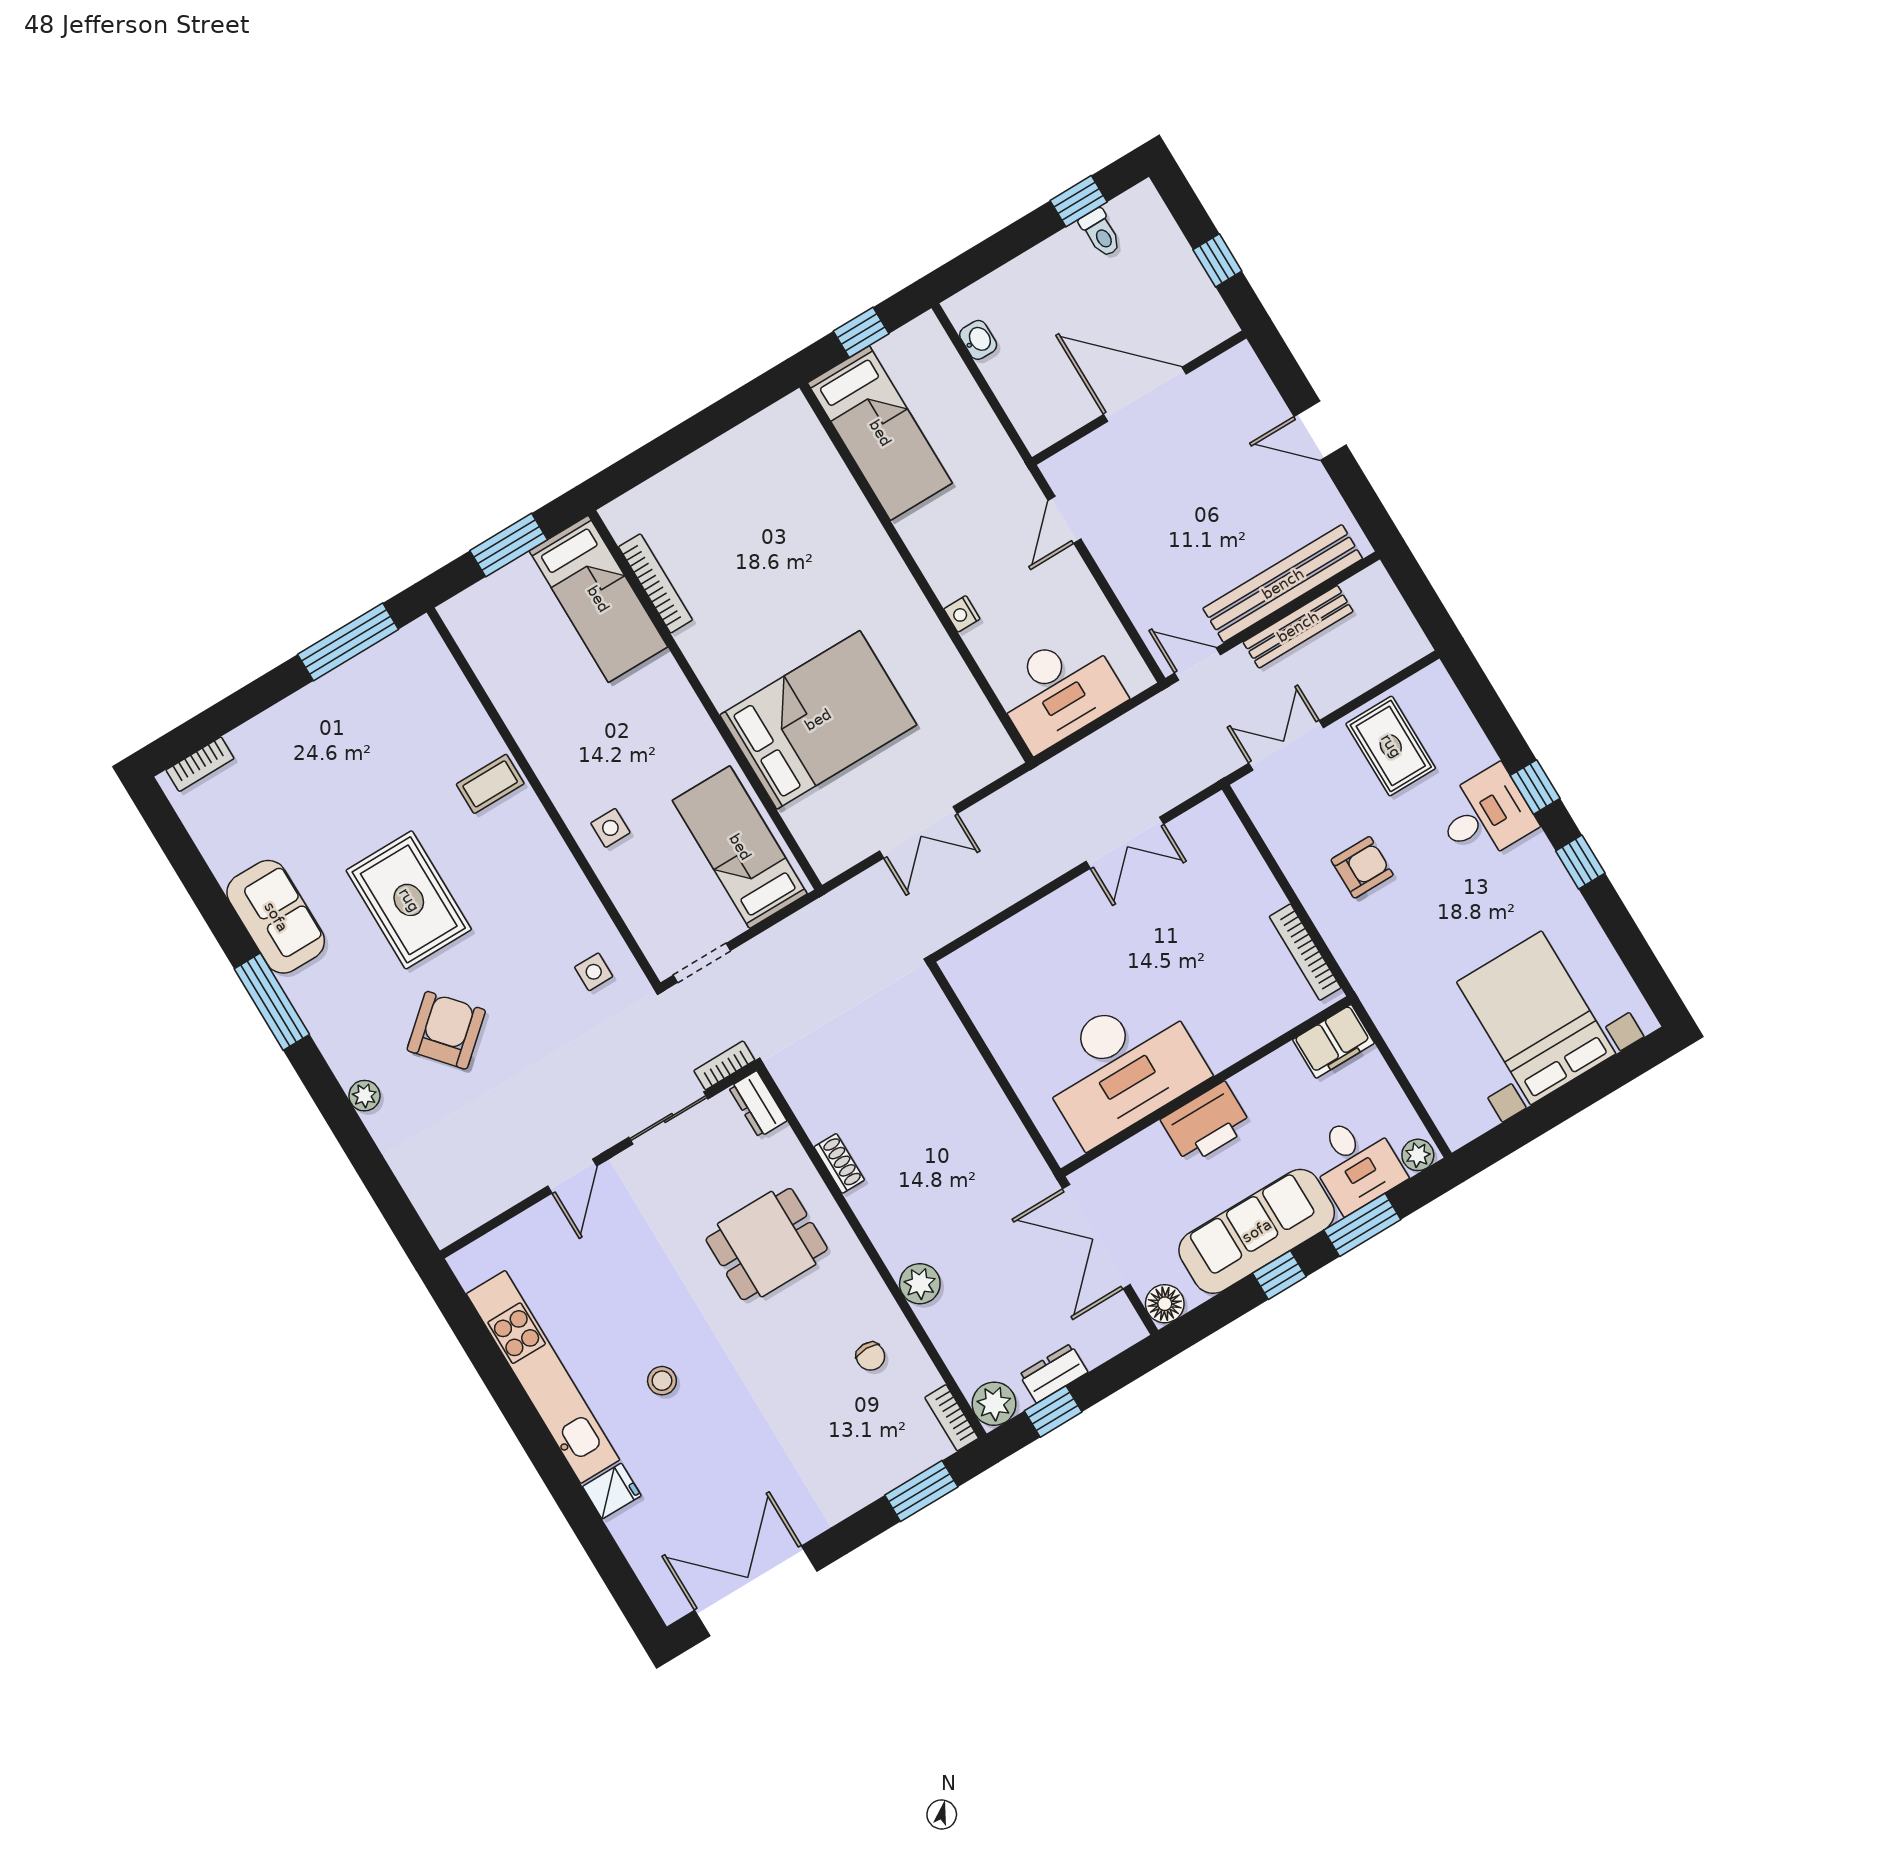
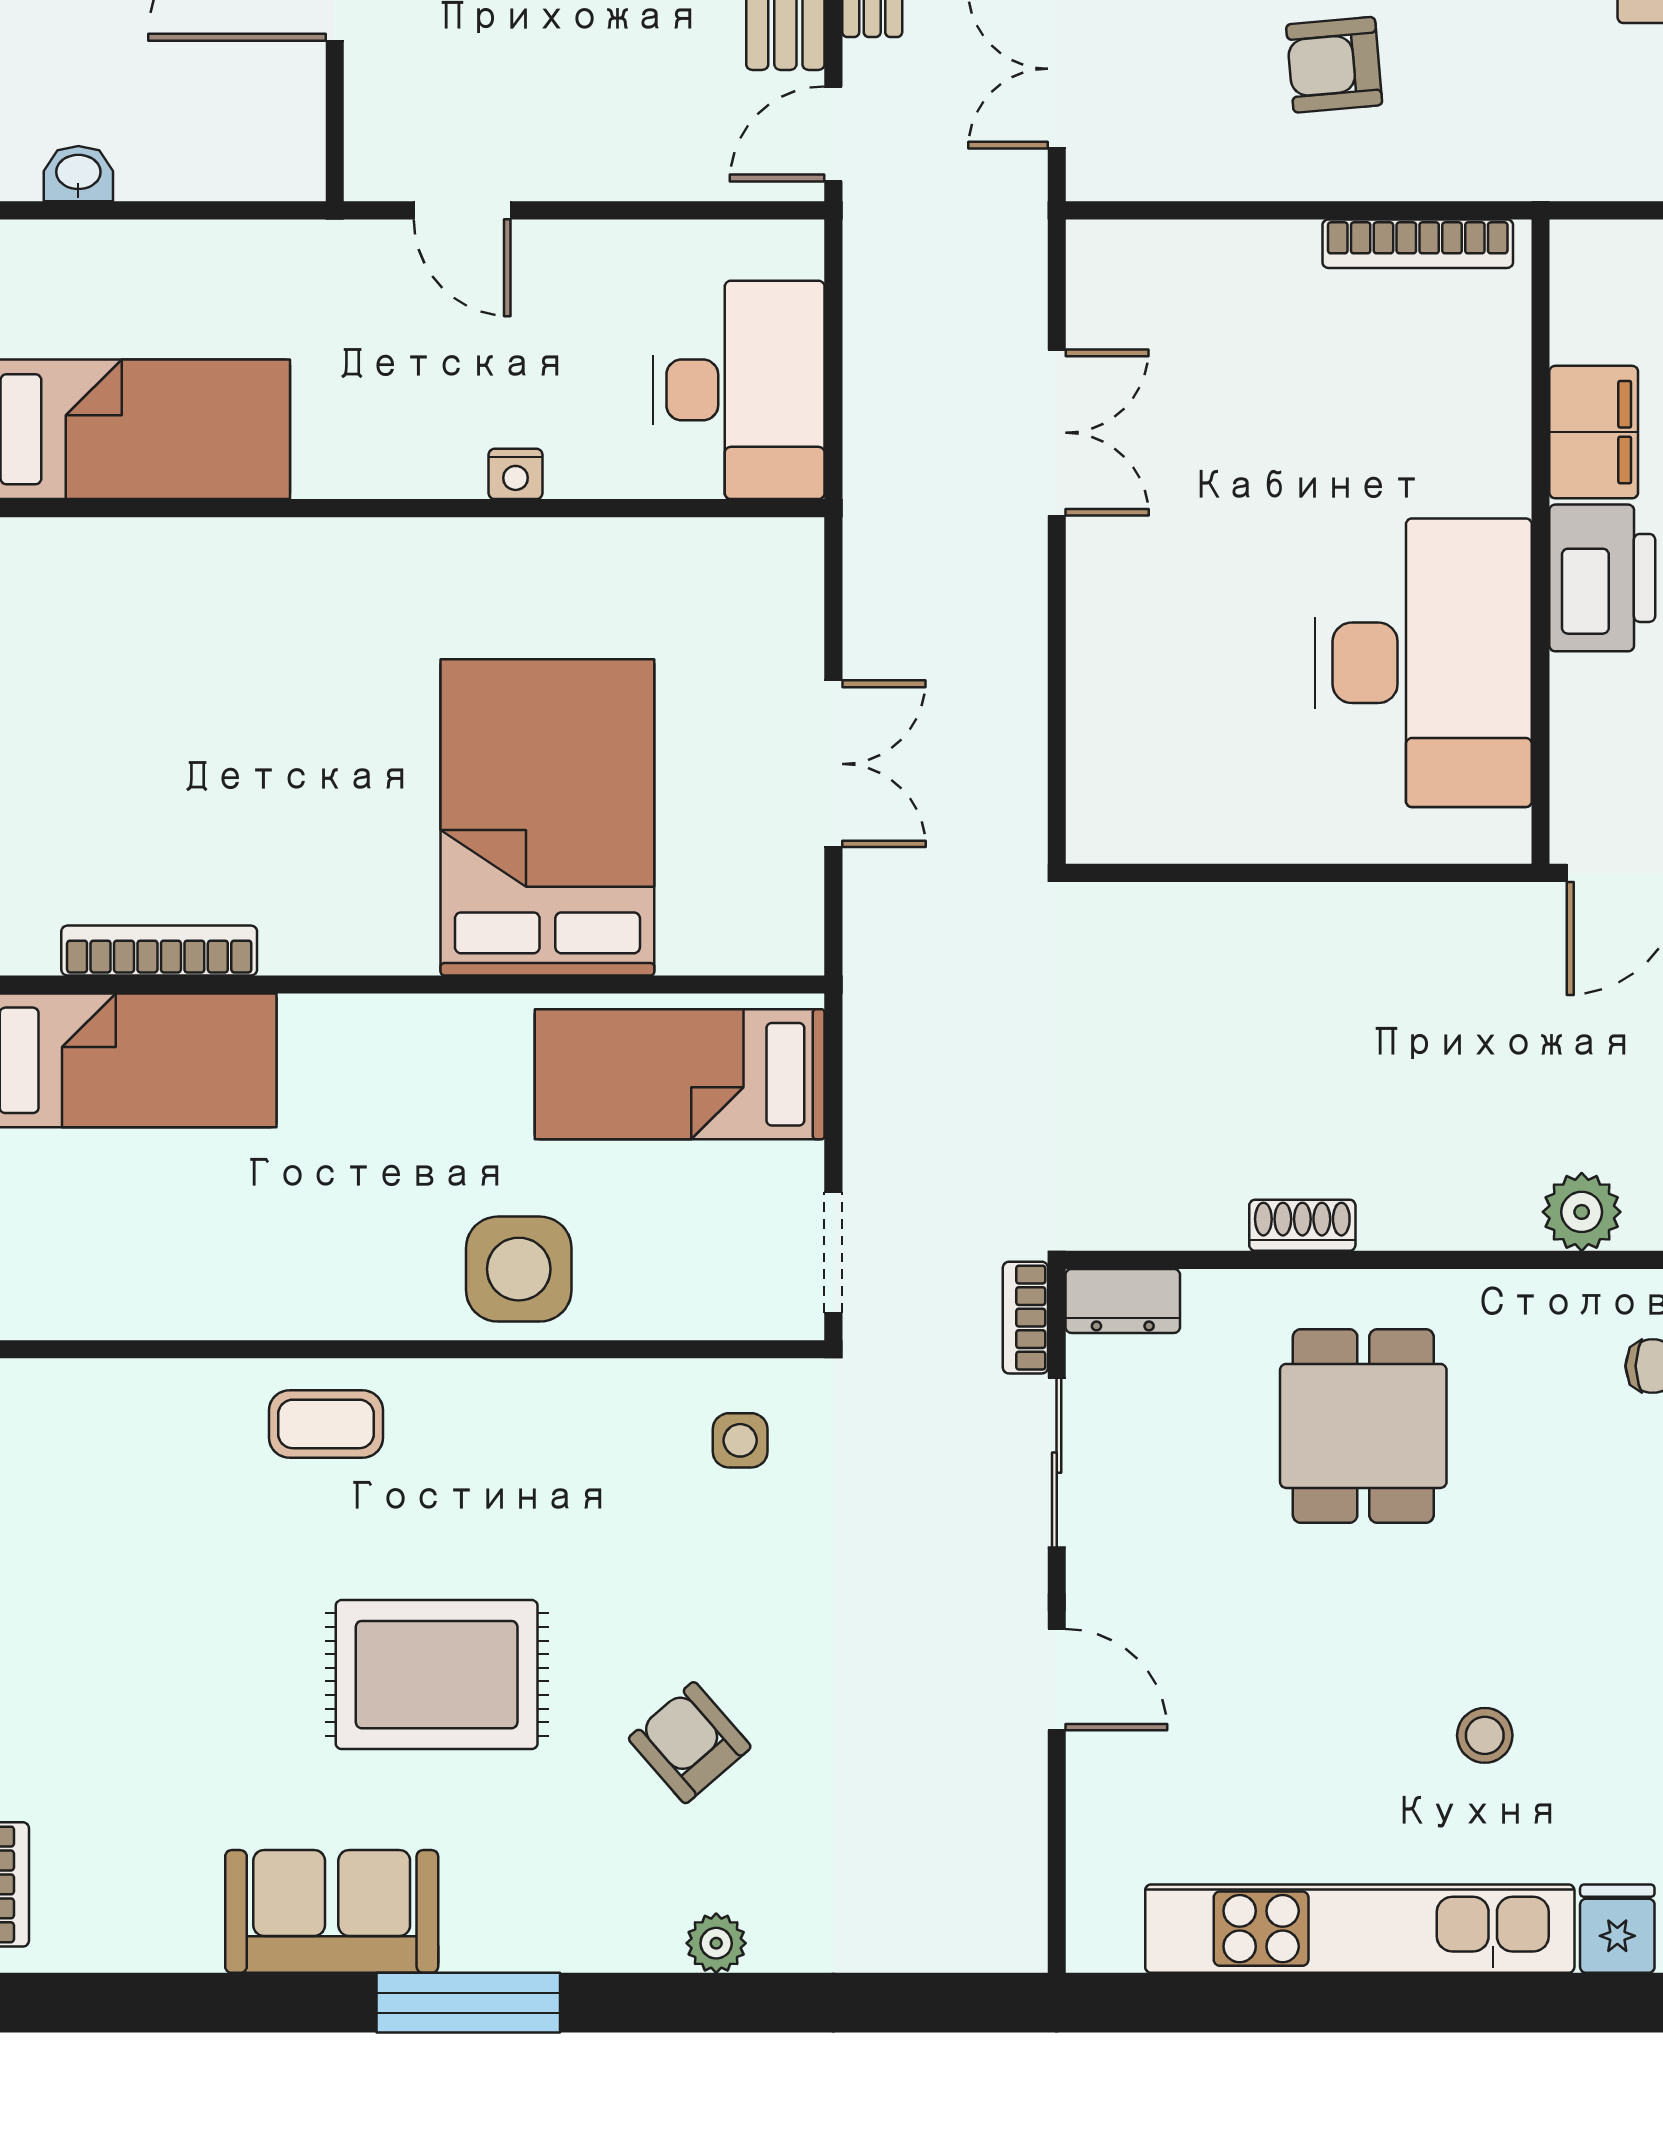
coffee table: (490, 784) -> (326, 1424), turned 90
side table: (610, 828) -> (519, 1269), width x1.87, depth x1.87
armchair: (1362, 867) -> (1334, 65), turned -95
armchair: (446, 1030) -> (690, 1743), width x0.72, depth x0.72
filing cabinet: (1334, 1041) -> (1594, 432), moved

